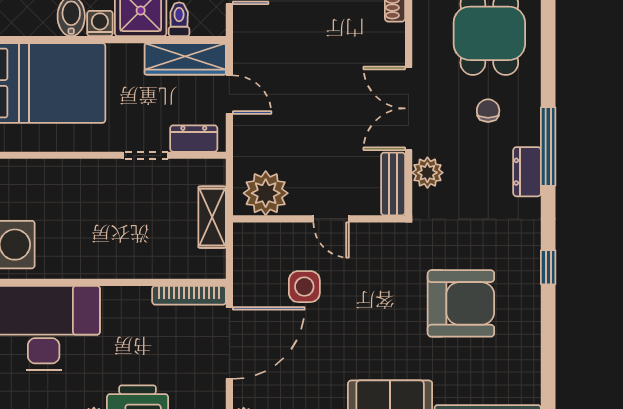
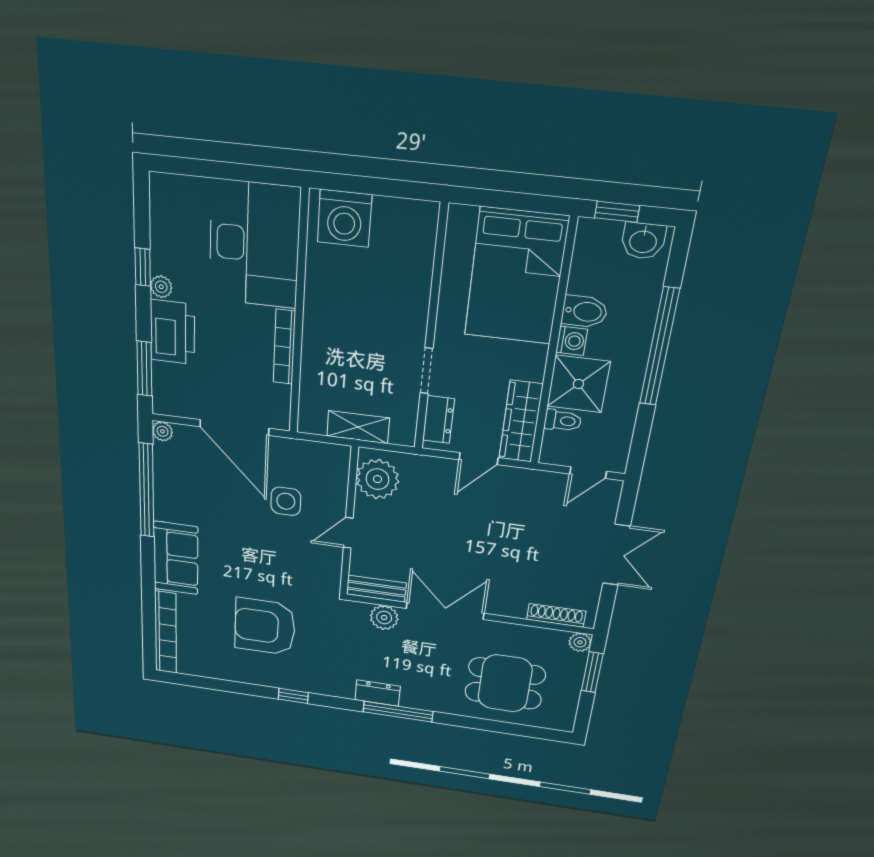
chair: (488, 111) -> (435, 672), removed
bookcase: (189, 295) -> (284, 347), moved
armchair: (461, 303) -> (265, 627), turned 90

